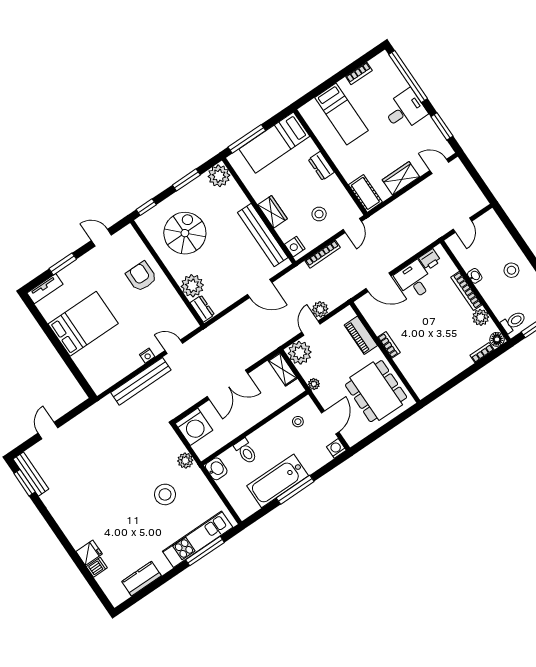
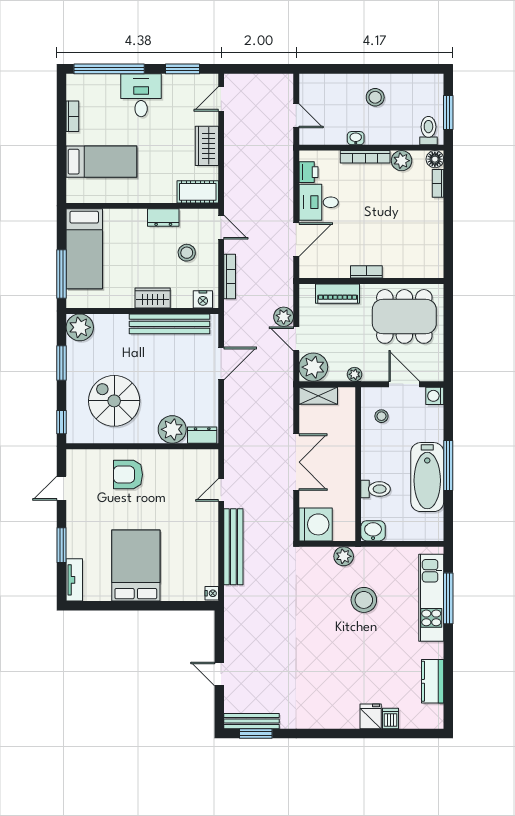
dresser: (321, 166) -> (163, 217), moved
nightstand: (147, 356) -> (212, 593), moved

